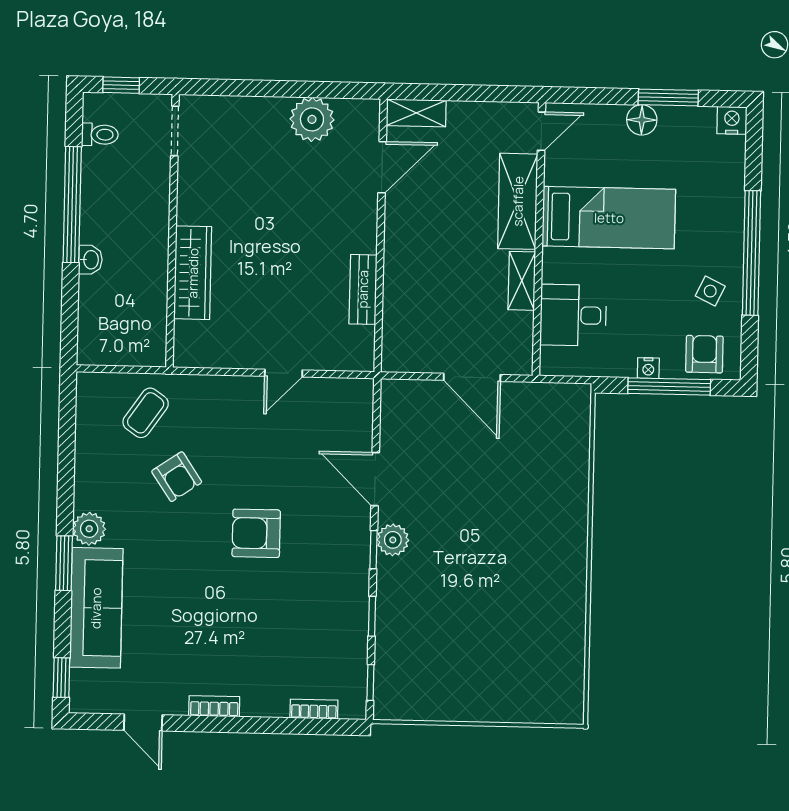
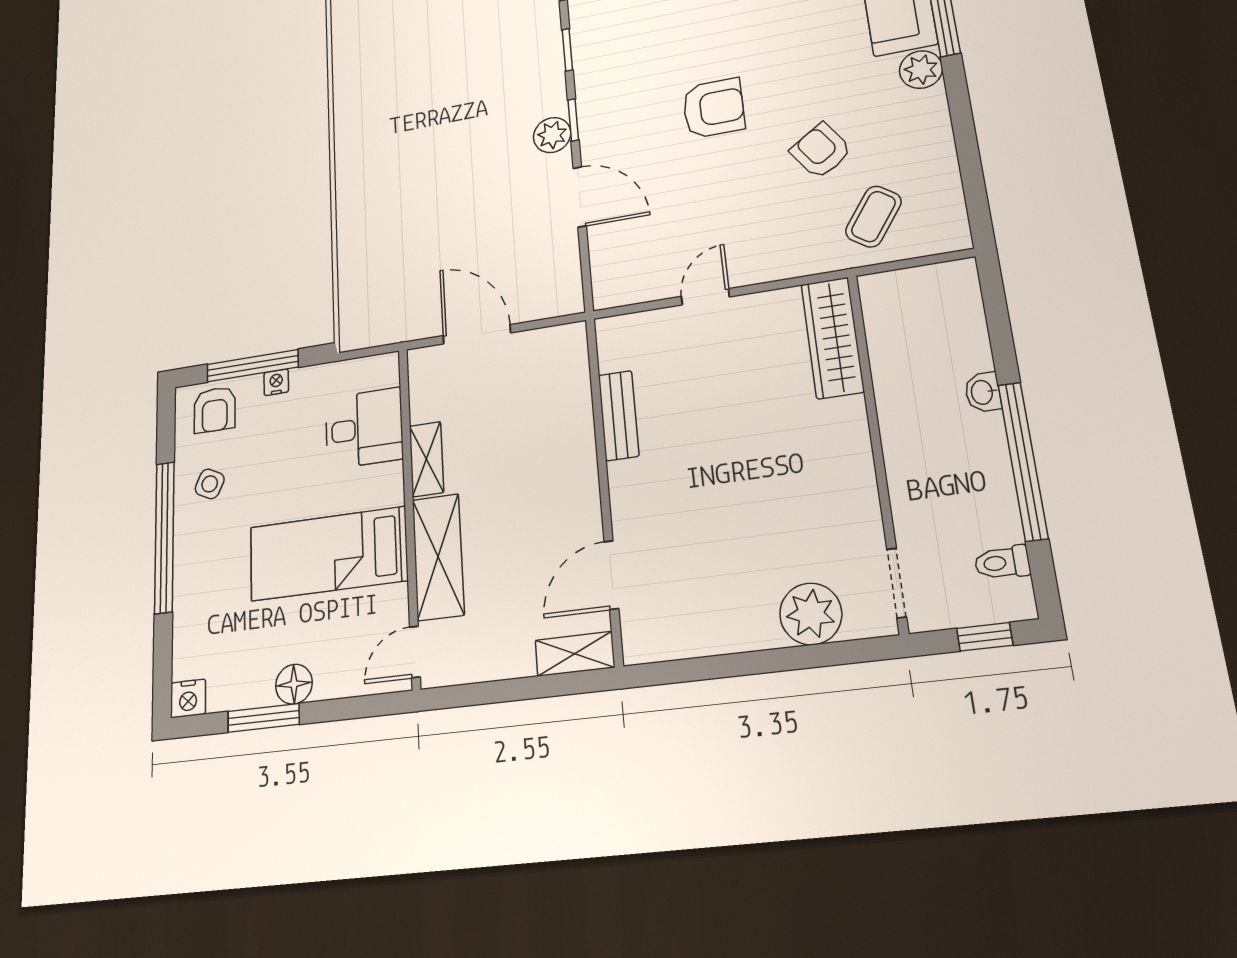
plant: (312, 119) -> (811, 614), moved
wardrobe: (193, 273) -> (832, 338), moved

